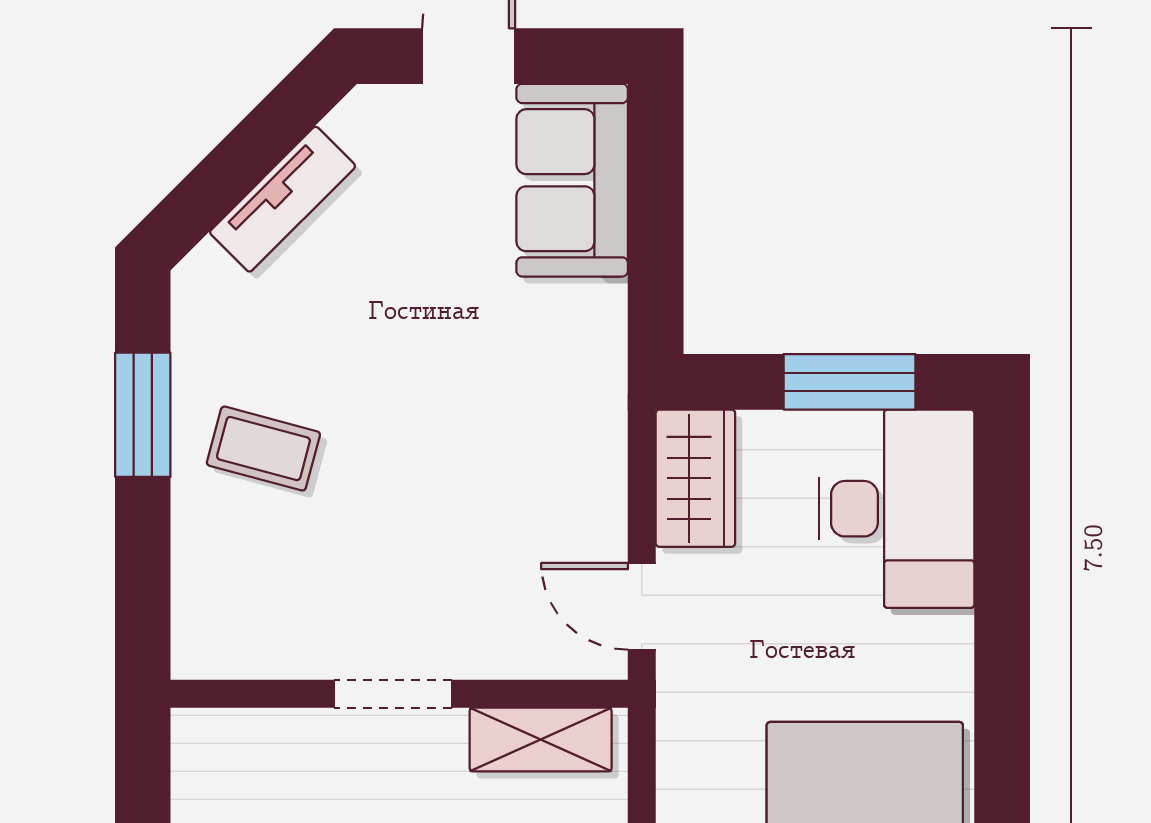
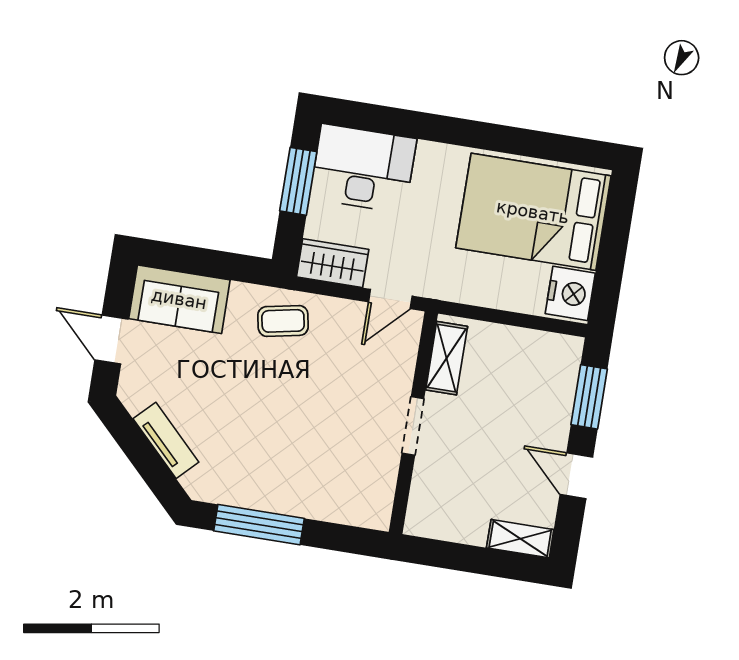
window: (143, 415) -> (259, 525), width x1.44
coffee table: (263, 449) -> (283, 321), moved, turned 64

